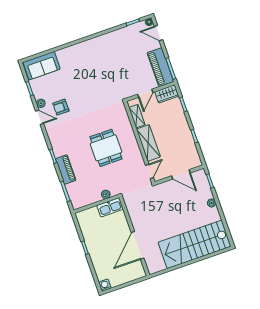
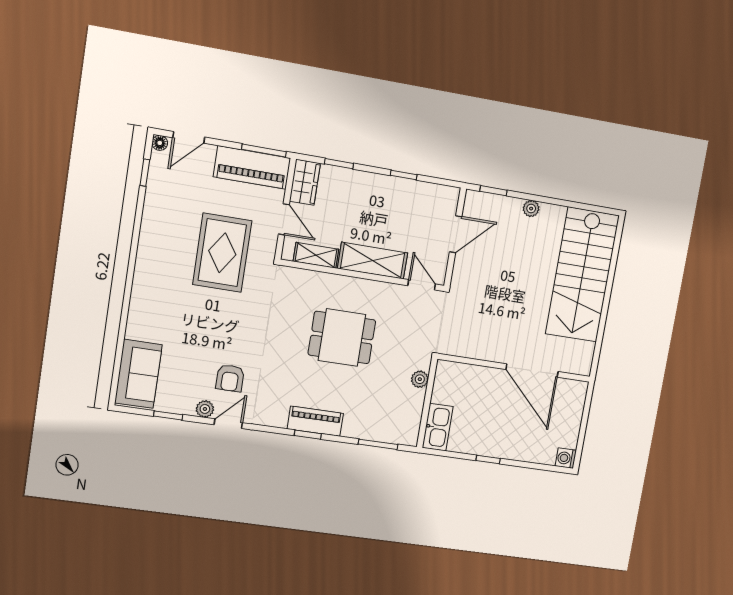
rug: (116, 74) -> (222, 253), added
piano: (66, 169) -> (315, 421), moved
kitchen sink: (110, 207) -> (438, 427), moved

